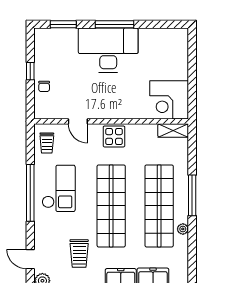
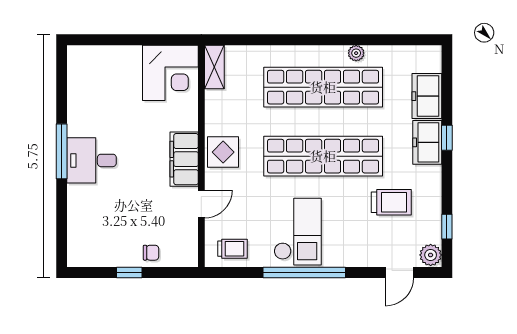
window: (63, 24) -> (62, 225), removed
desk: (108, 50) -> (92, 160), width x0.53, depth x0.77
filing cabinet: (109, 109) -> (184, 159), added
checkout: (59, 188) -> (298, 232), turned 90
window: (192, 195) -> (308, 40), removed

